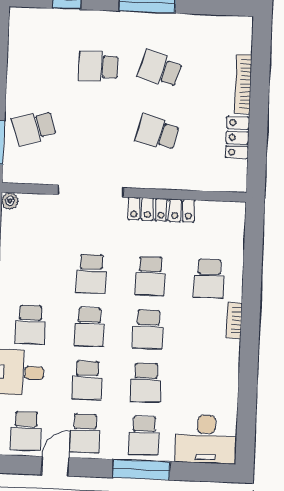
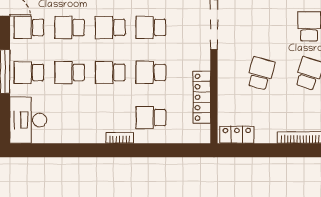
locker: (237, 138) -> (237, 135), moved
locker: (161, 210) -> (202, 97), moved

